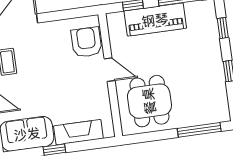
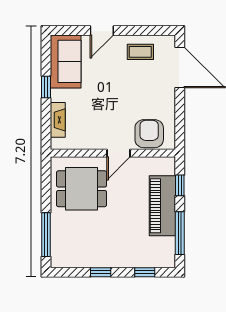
armchair: (86, 42) -> (149, 134), turned -90
fireplace: (78, 132) -> (58, 120), width x0.73, depth x0.76

